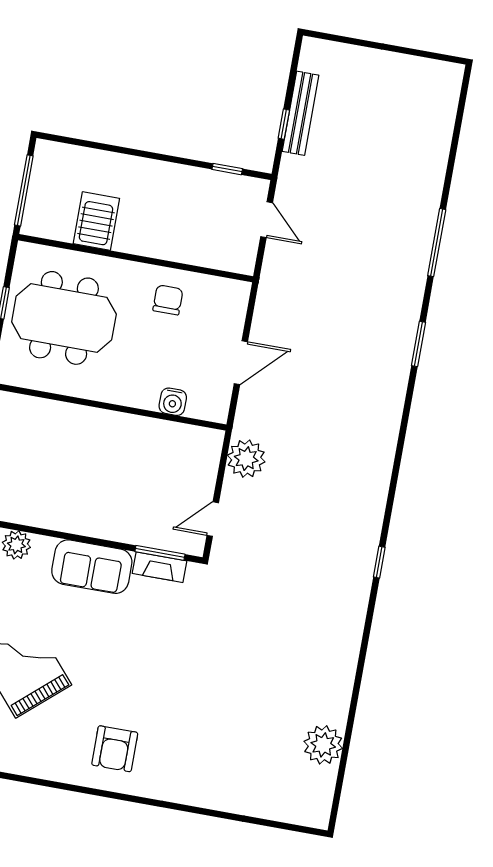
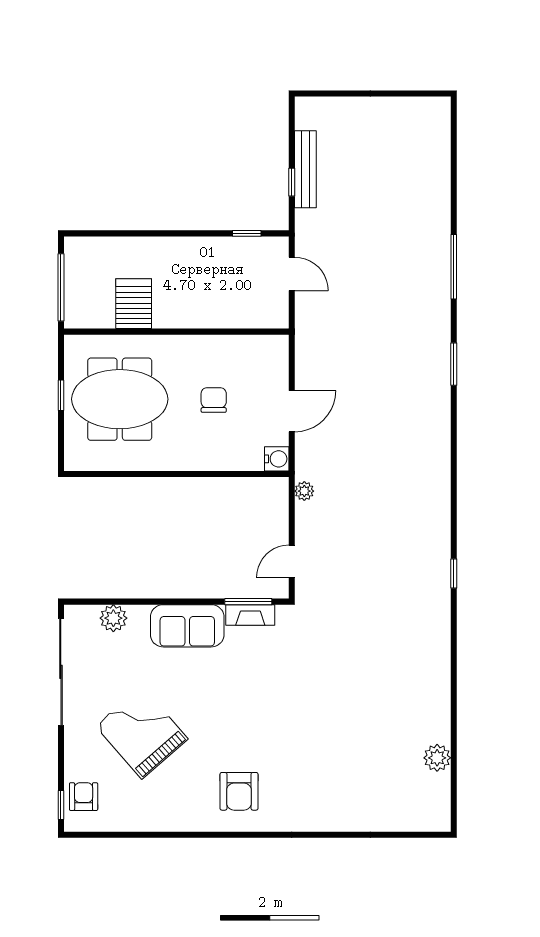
chair: (168, 300) -> (214, 400), moved
water cooler: (173, 402) -> (277, 459), moved, turned -90
plant: (246, 459) -> (304, 491), width x0.53, depth x0.53
plant: (323, 745) -> (437, 758), width x0.73, depth x0.73

